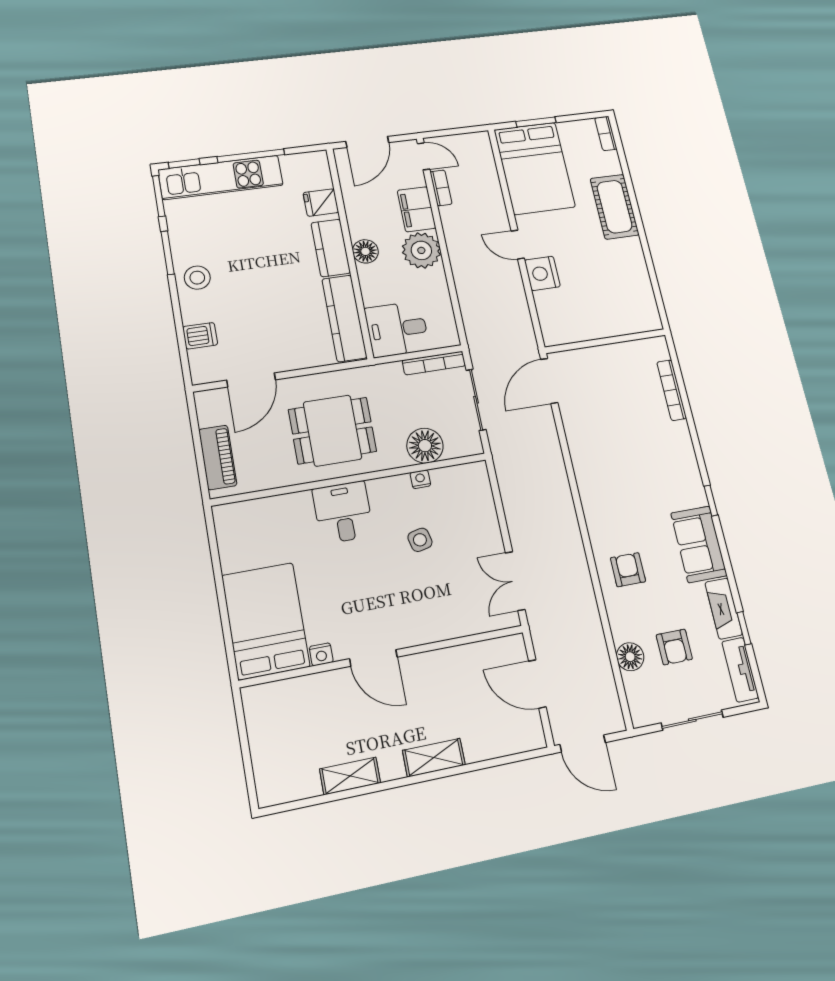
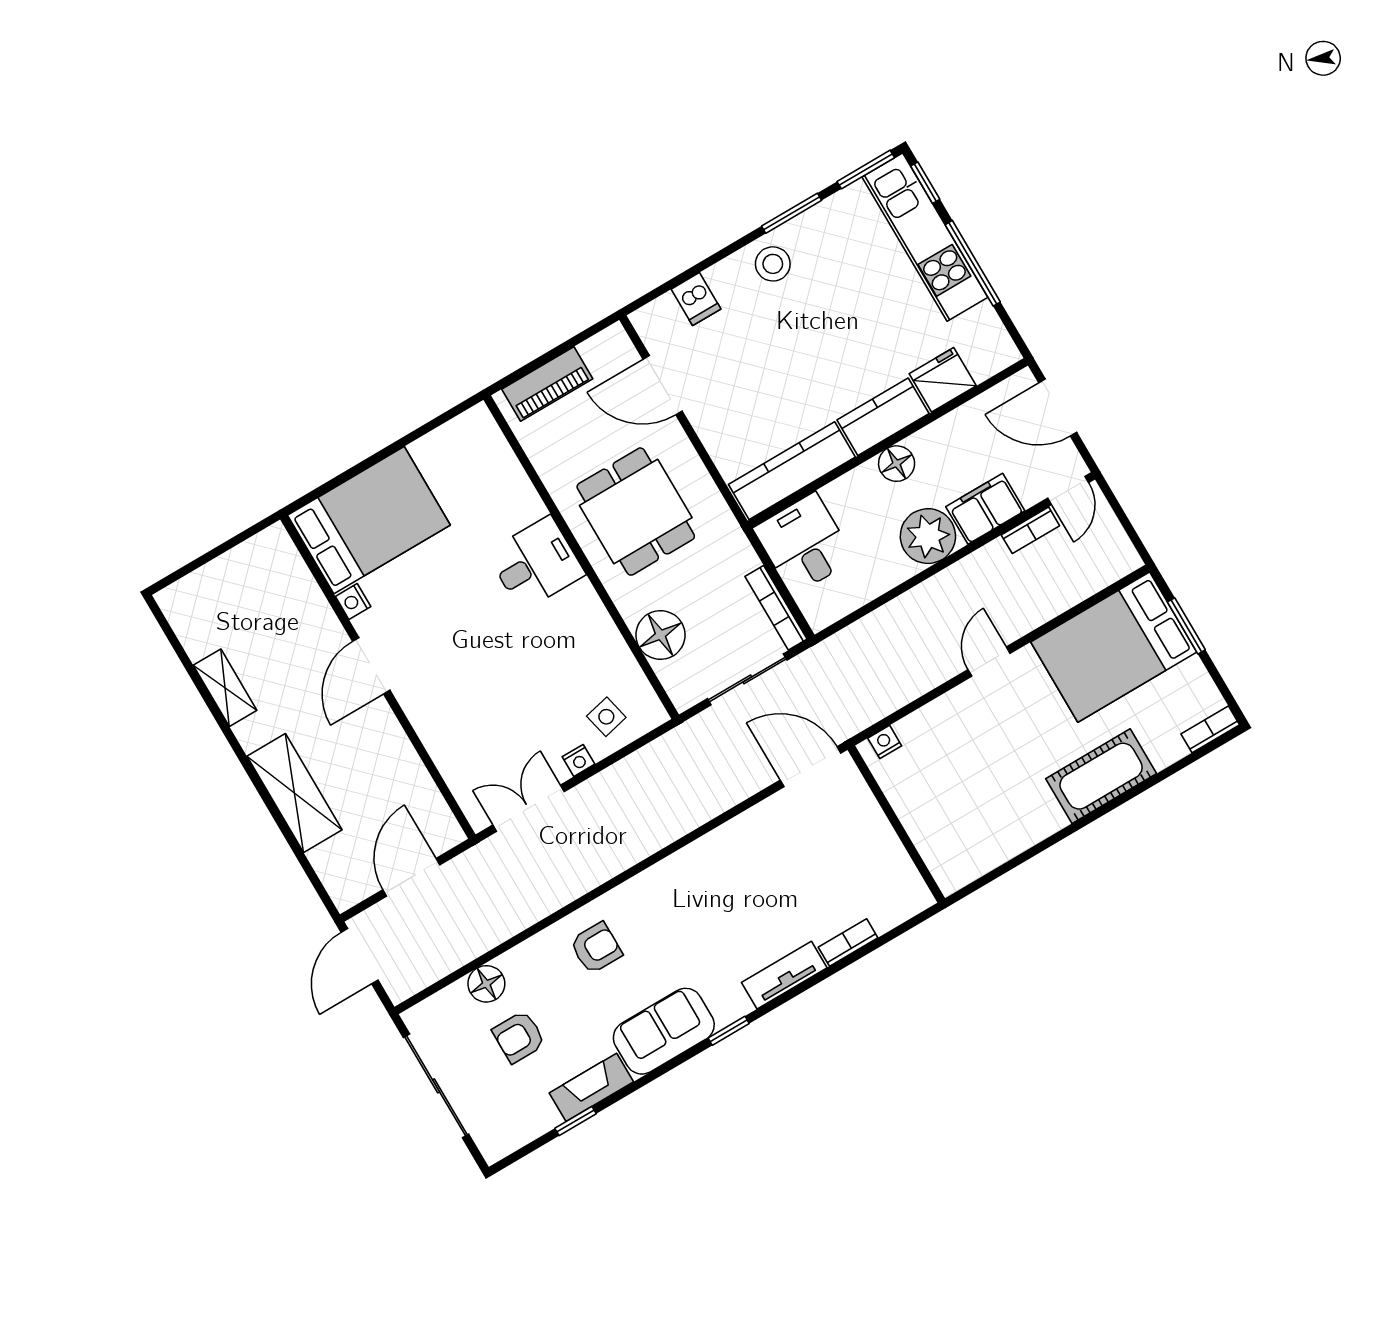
fridge: (321, 203) -> (943, 380), width x1.38
nightstand: (542, 273) -> (885, 742), moved, width x0.53, depth x0.56
bookcase: (672, 390) -> (848, 942), width x0.64
nightstand: (420, 479) -> (579, 760), moved, turned 90
side table: (420, 540) -> (606, 717), moved
tv unit: (740, 670) -> (784, 975), moved
sliding door: (692, 720) -> (436, 1086), width x1.37
shelving: (434, 758) -> (295, 793), width x1.50, depth x1.33

